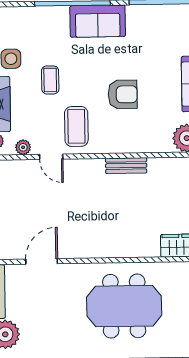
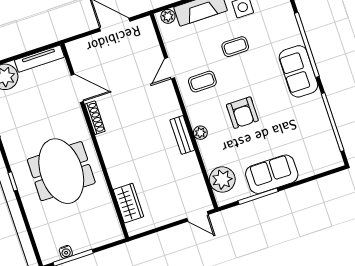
coffee table: (76, 126) -> (202, 82), width x0.73, depth x0.77
plant: (23, 147) -> (200, 133), moved
shoe rack: (79, 252) -> (95, 118), added

